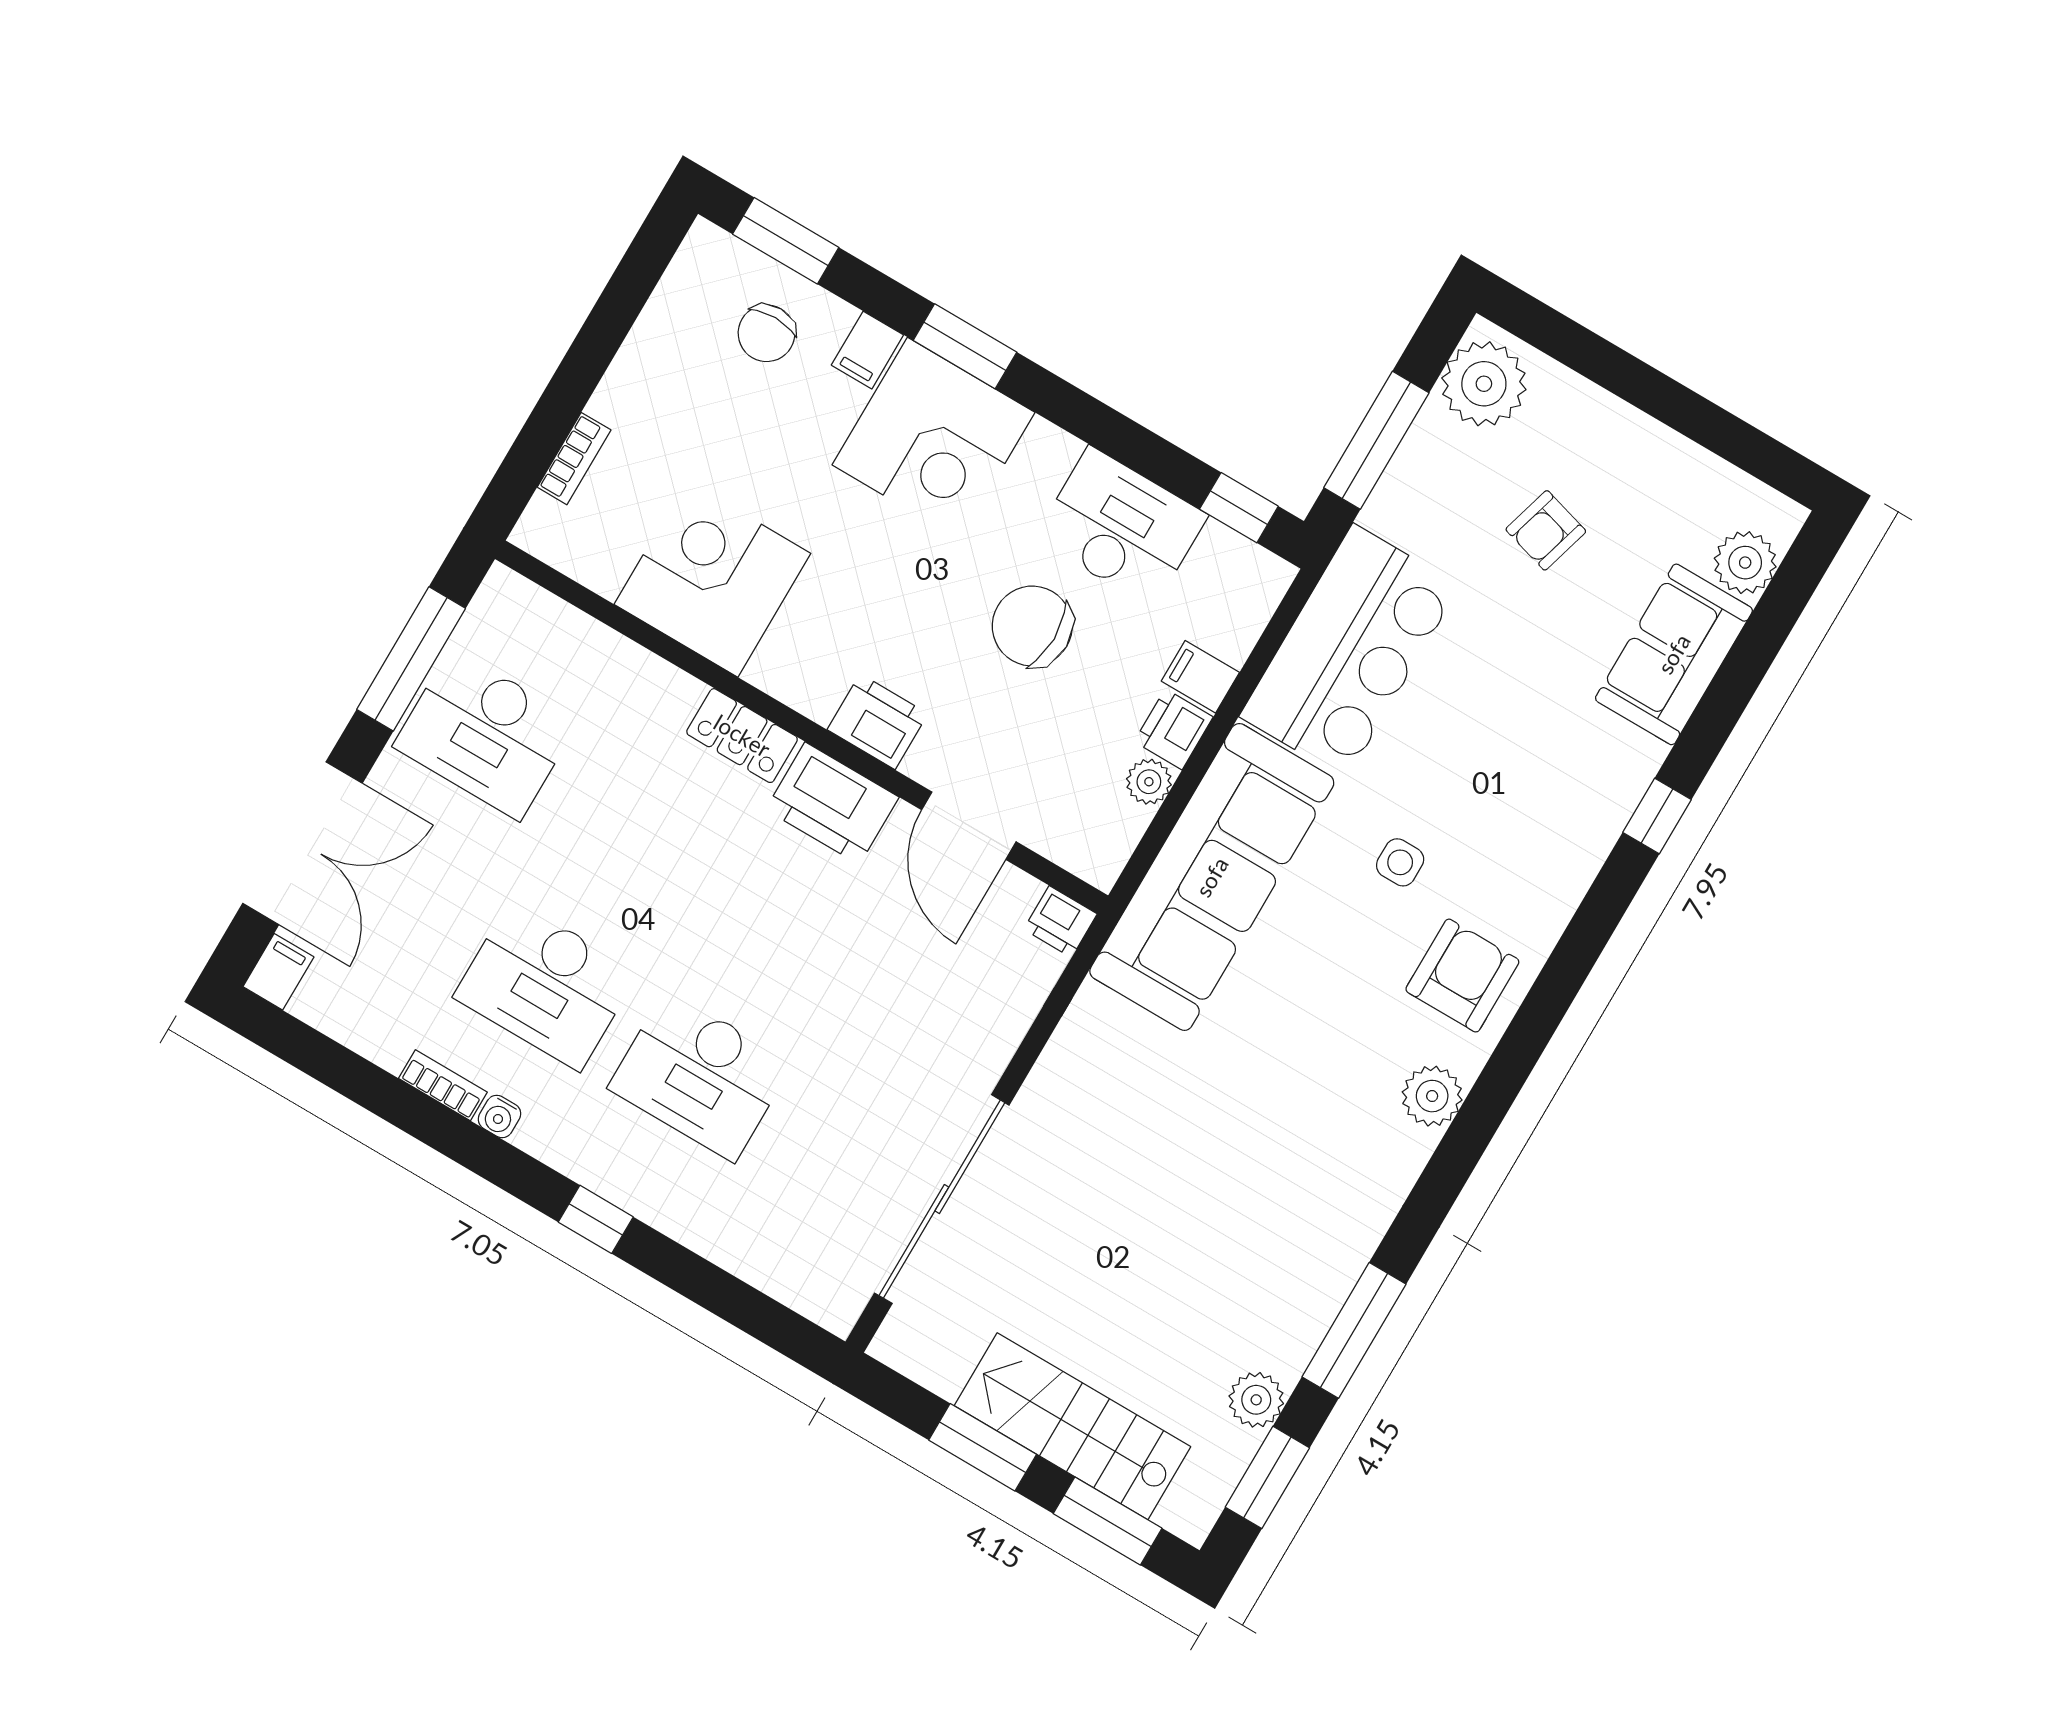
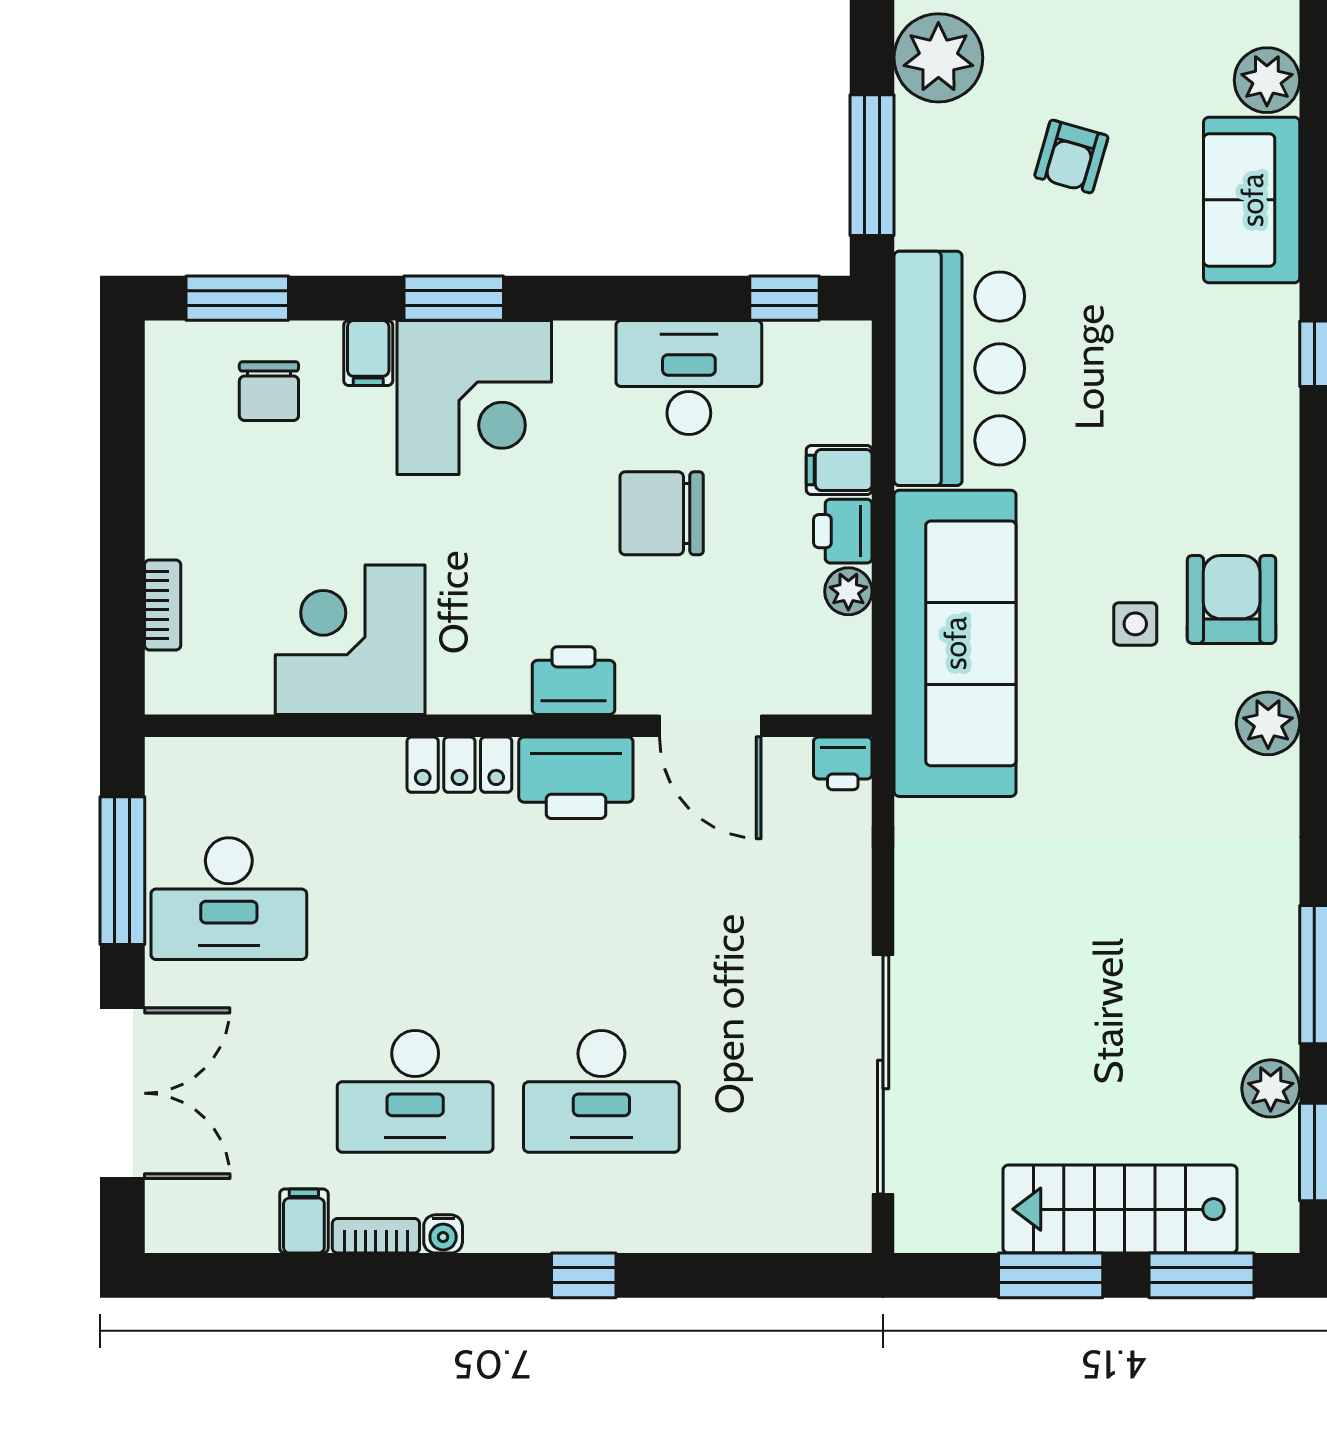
side table: (1400, 862) -> (1135, 624), moved
filing cabinet: (278, 972) -> (304, 1221), moved

